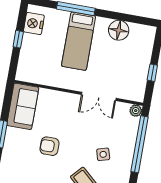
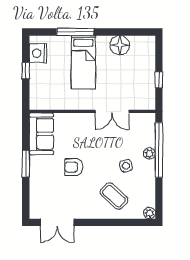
plant: (136, 111) -> (150, 153), moved

